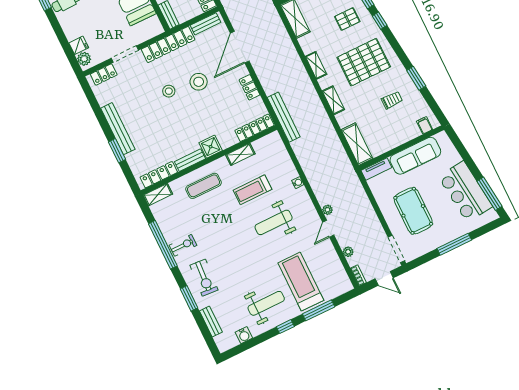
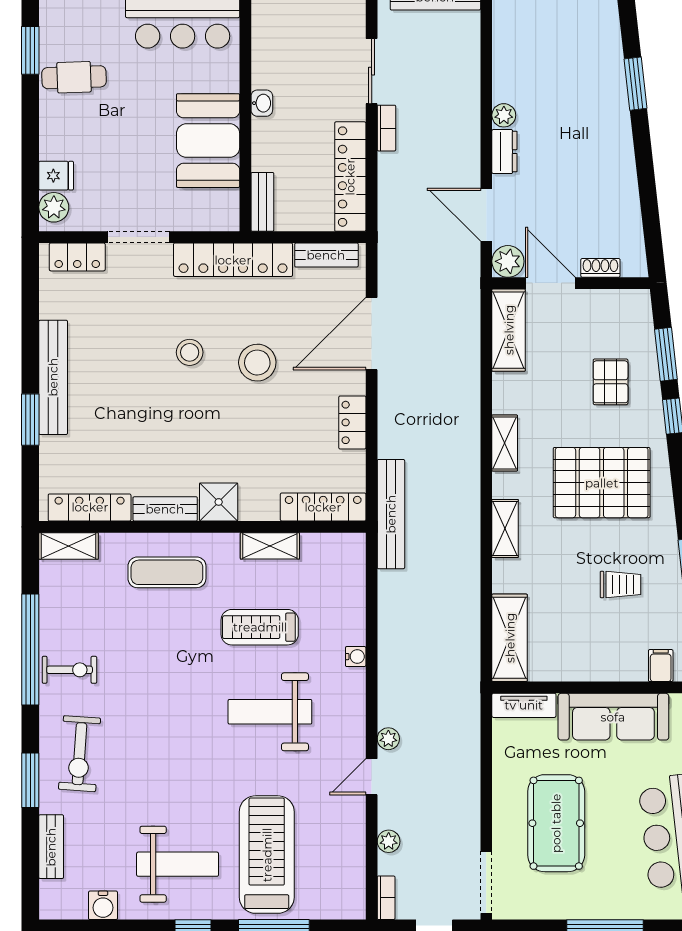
pallet: (347, 19) -> (611, 382), turned 90

